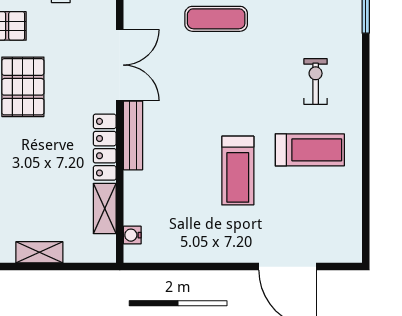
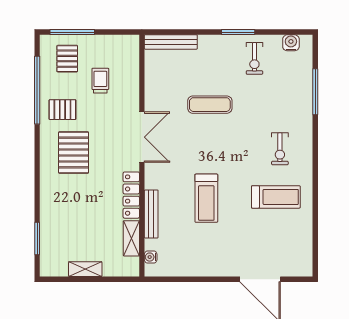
exercise bike: (316, 82) -> (280, 149), turned 180
bench: (133, 135) -> (151, 214), moved
treadmill: (238, 171) -> (206, 198), moved

